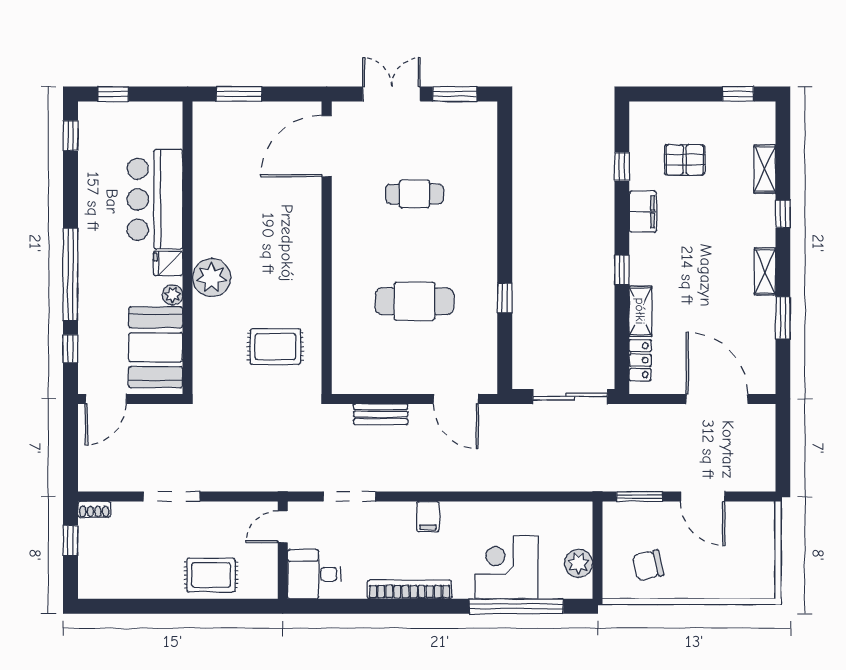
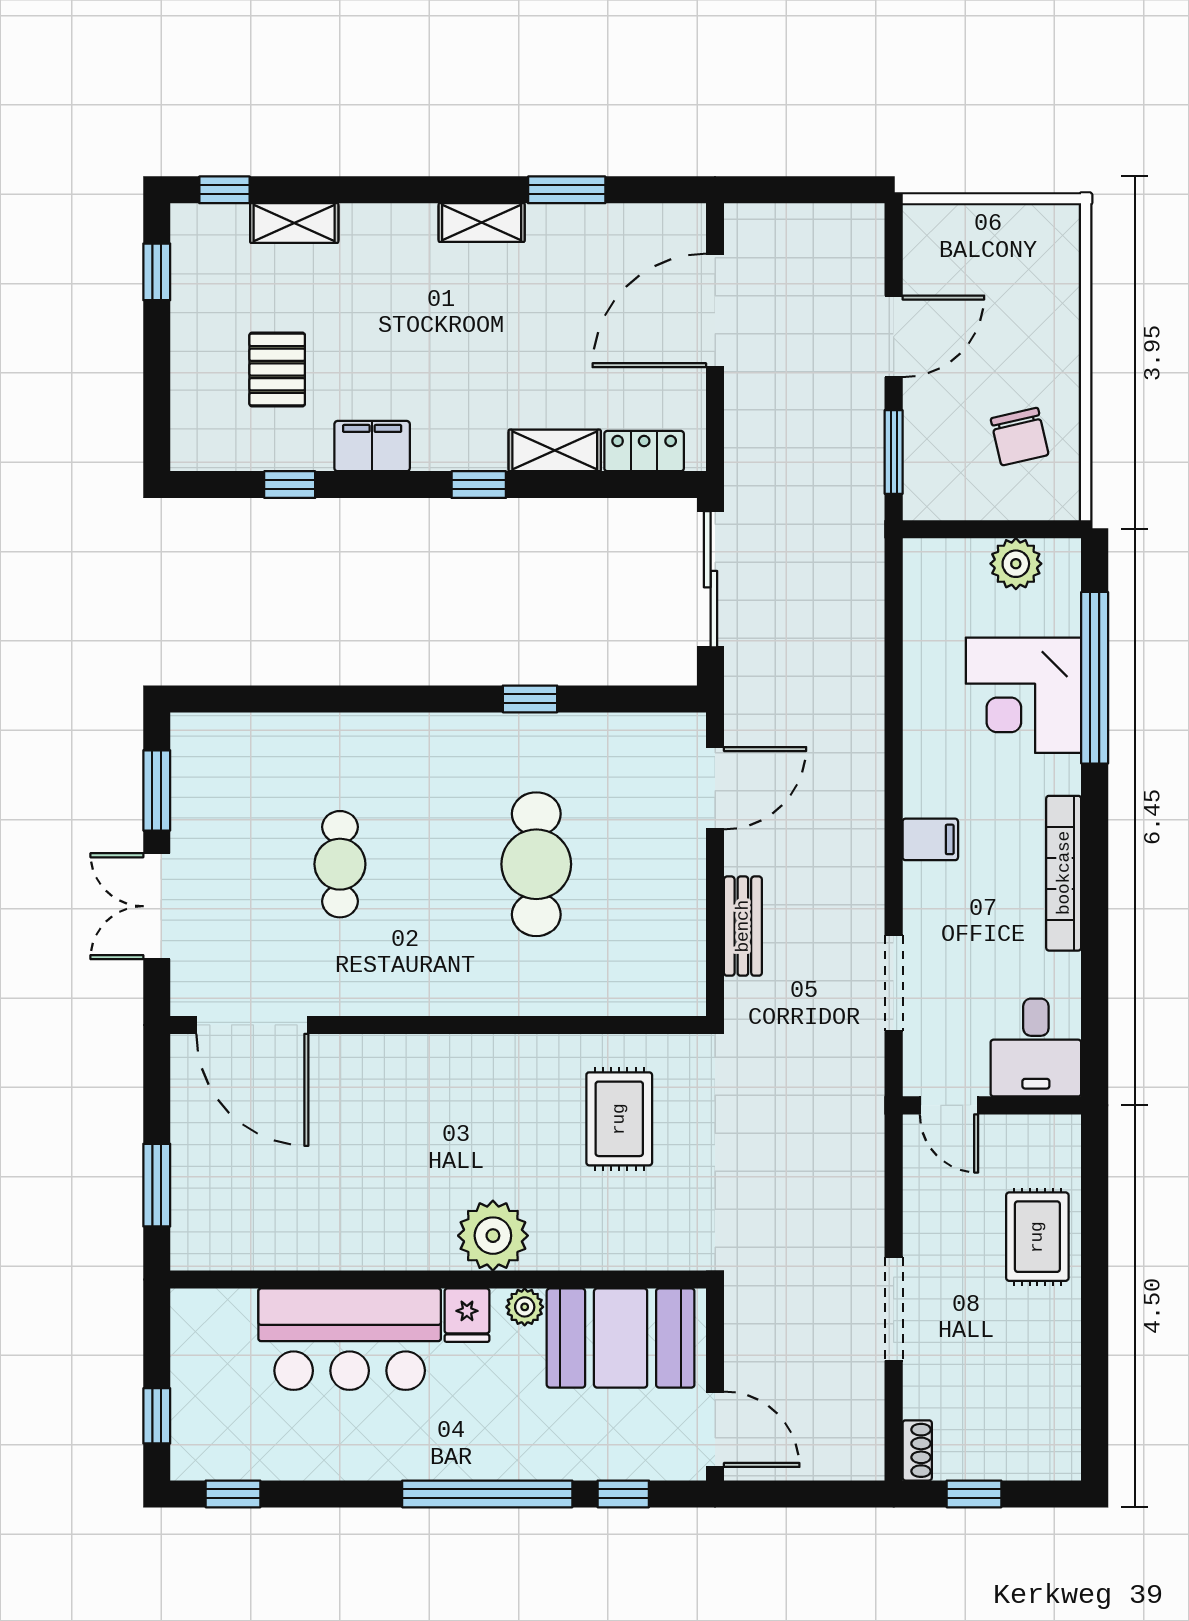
window: (783, 214) -> (224, 190), moved

